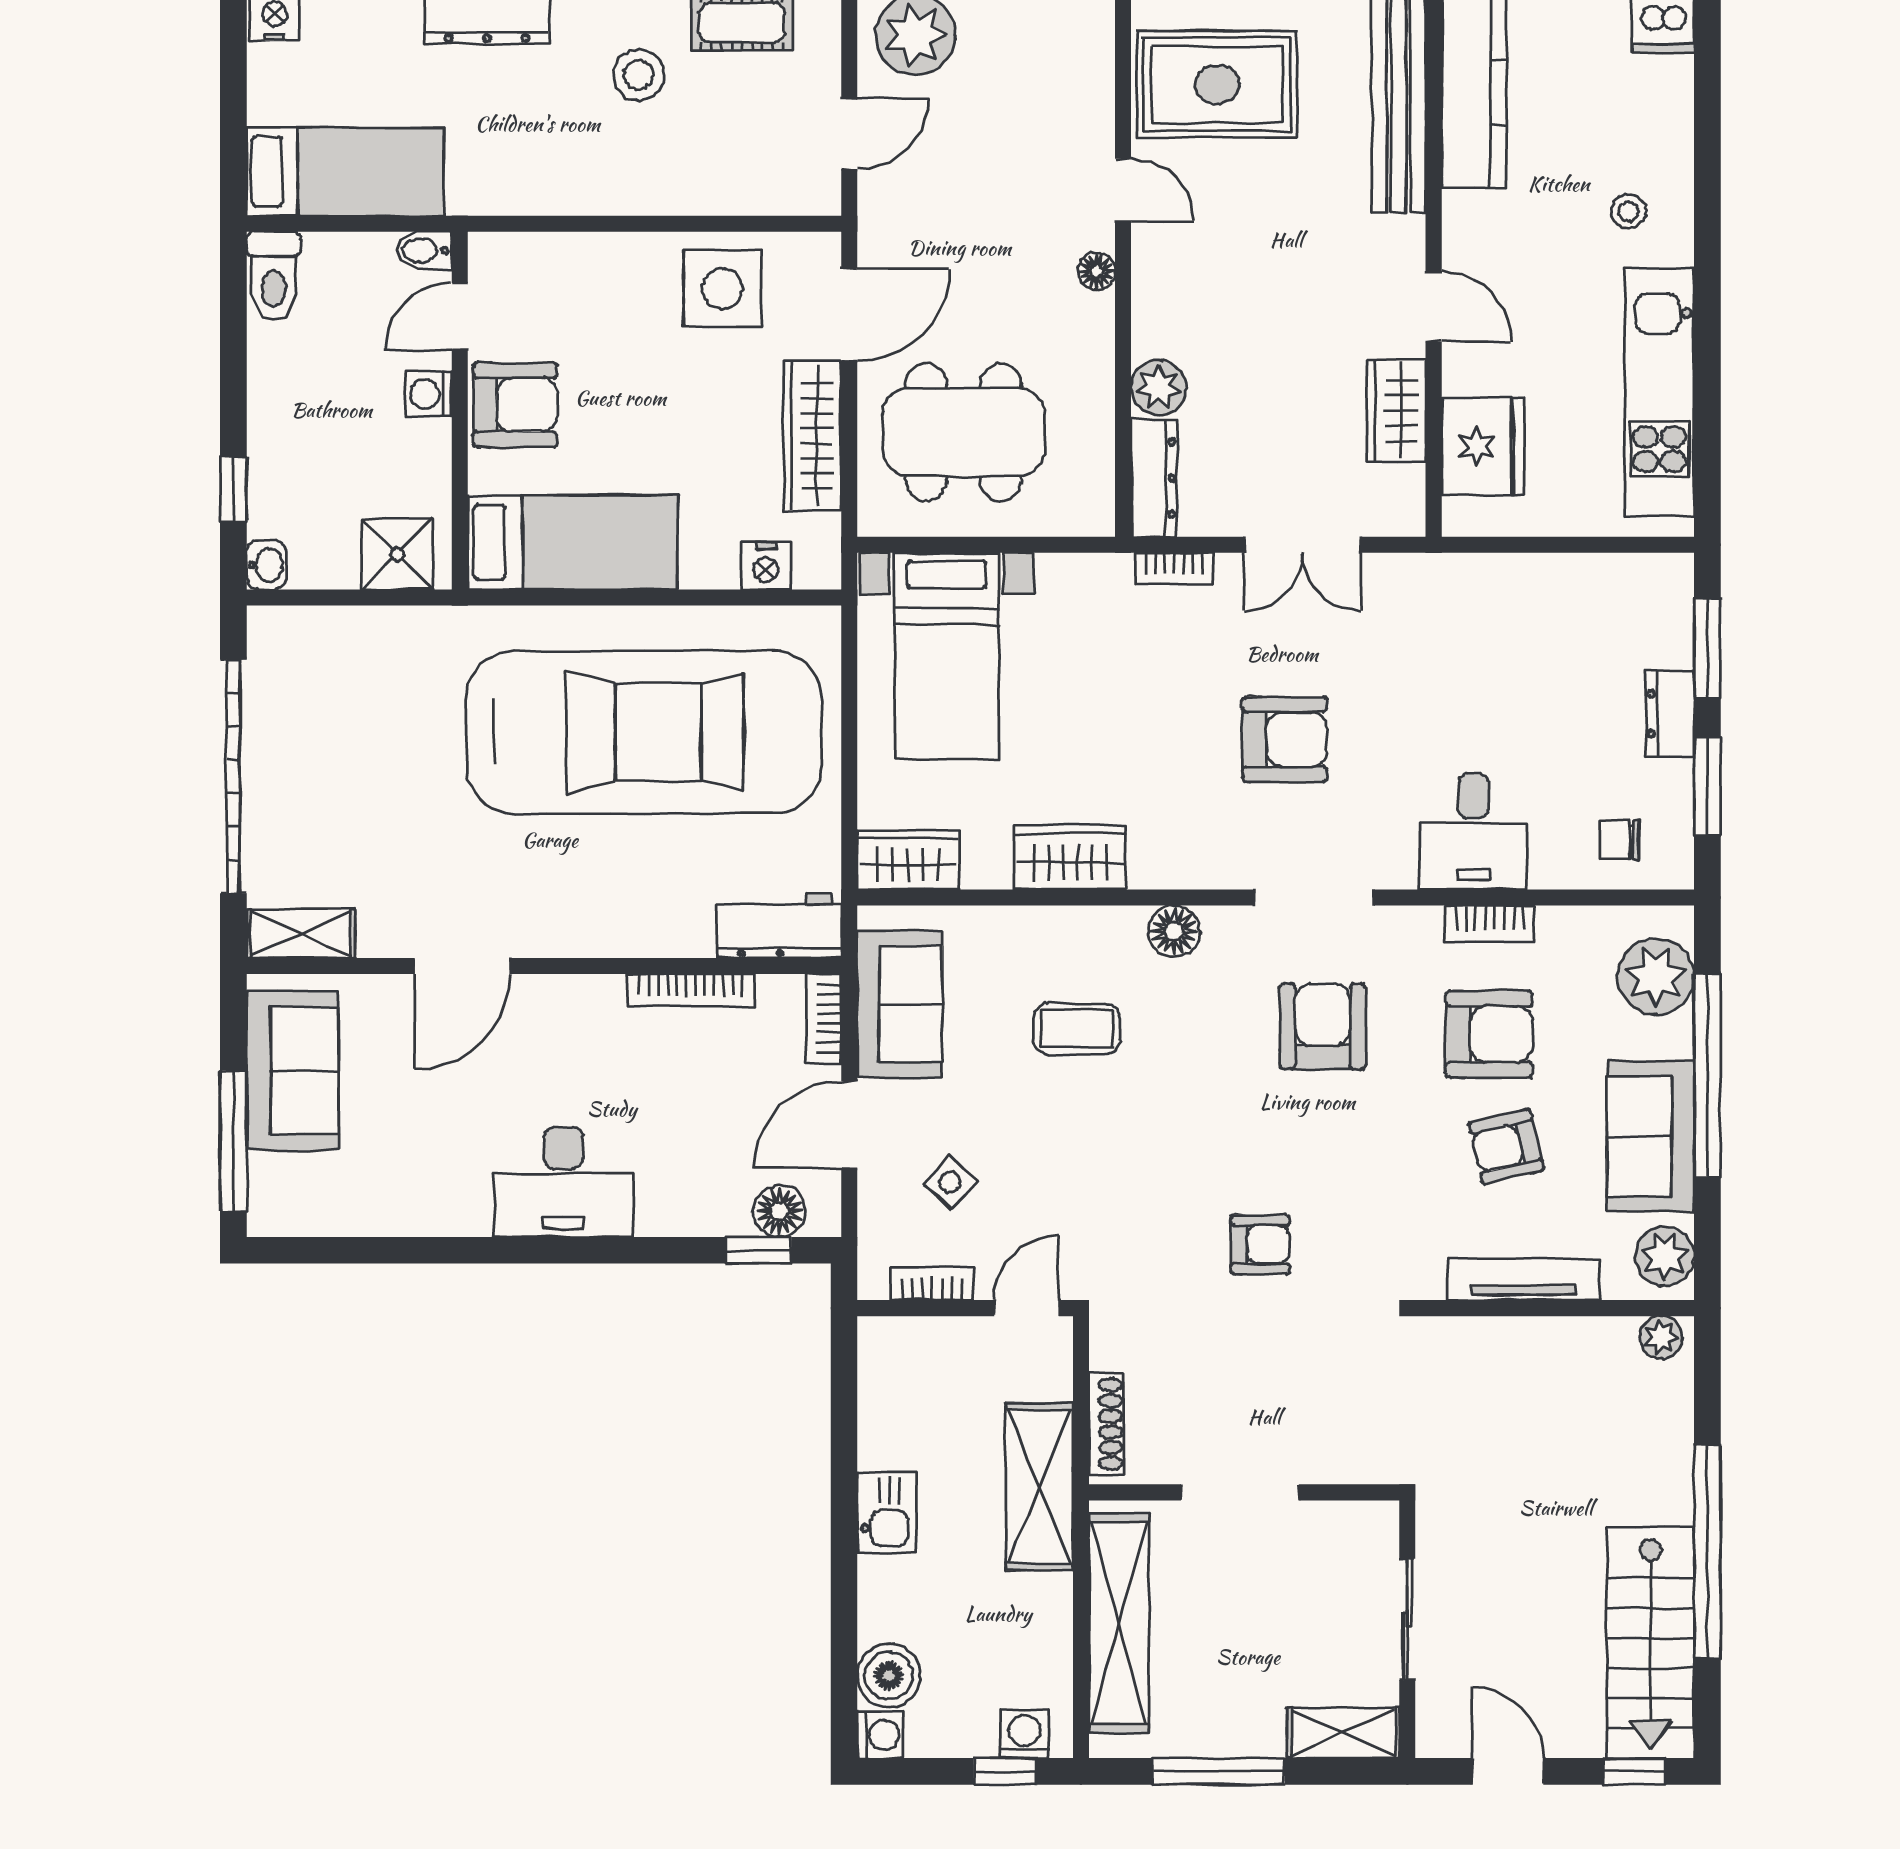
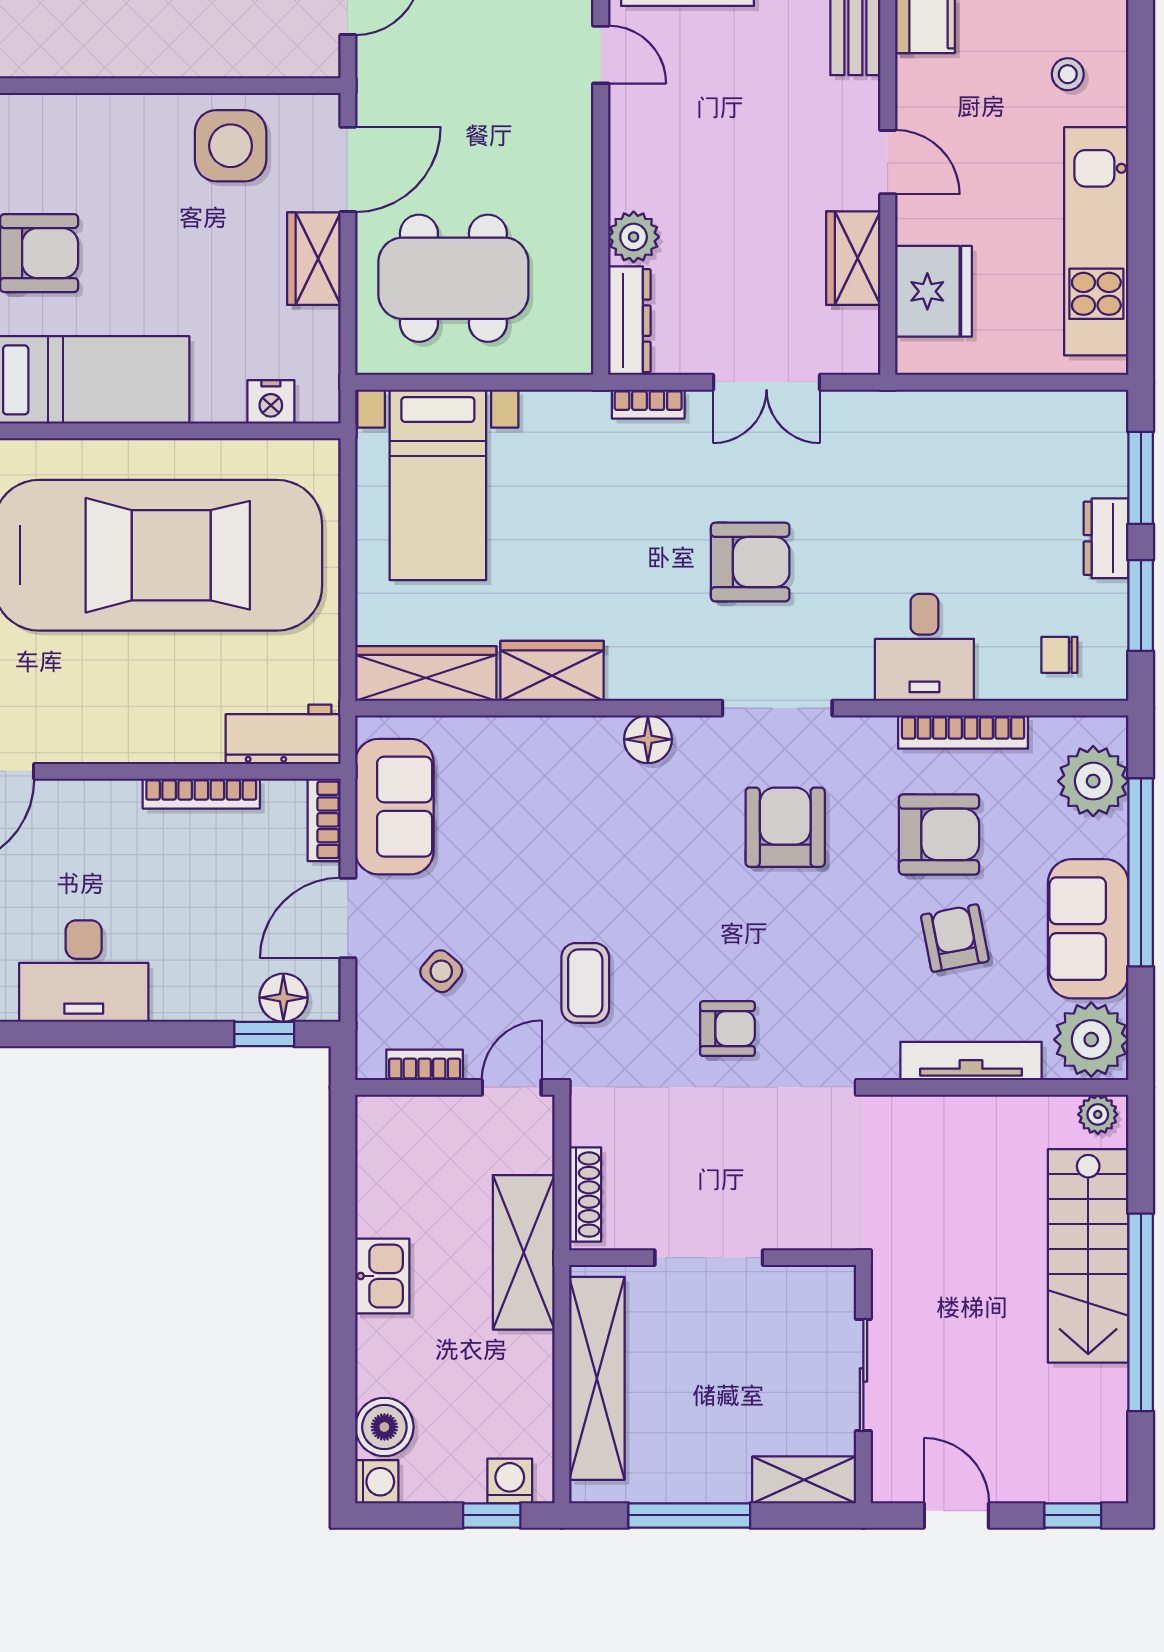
floor lamp: (1096, 271) -> (576, 129), removed
wardrobe: (812, 436) -> (314, 259), width x0.67
wardrobe: (908, 860) -> (426, 673), width x1.50
bookcase: (1490, 923) -> (963, 732), width x1.56
coffee table: (1077, 1029) -> (585, 983), moved, turned 90
armchair: (1506, 1146) -> (955, 938), turned 92
plant: (1665, 1256) -> (1091, 1040), width x1.36, depth x1.36
stairs: (1651, 1643) -> (1088, 1256), moved

